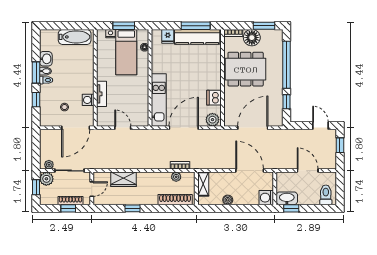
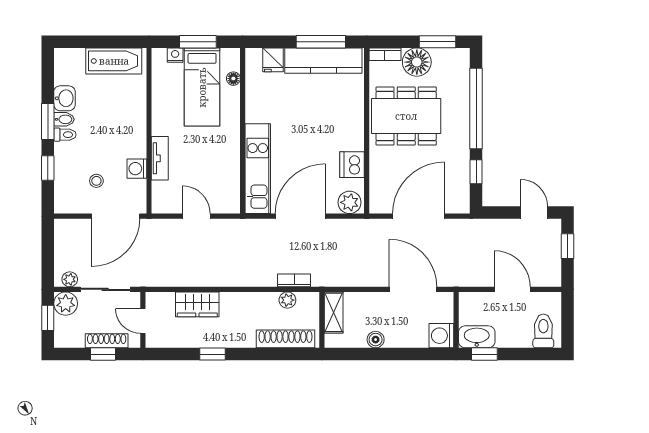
door: (92, 189) -> (143, 321), swing flipped

